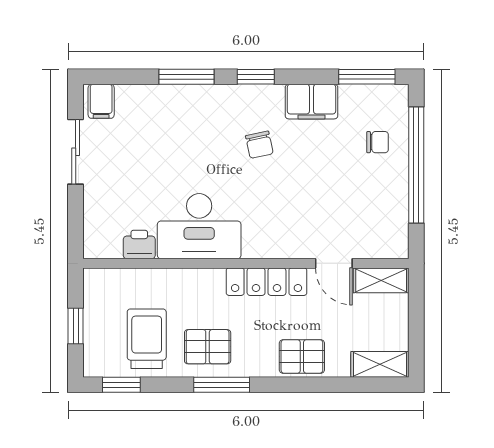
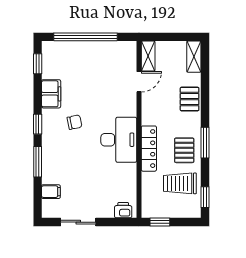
window: (367, 77) -> (38, 64), width x0.67
filing cabinet: (101, 101) -> (51, 192), moved
chair: (378, 142) -> (73, 58), removed
desk: (199, 226) -> (119, 140), moved
printer: (139, 245) -> (123, 210), moved, turned 90
locker: (267, 282) -> (149, 149), moved
window: (76, 326) -> (160, 222), moved

